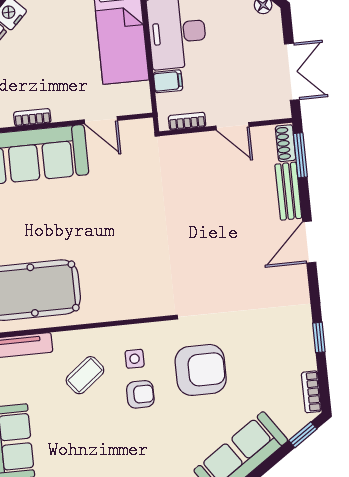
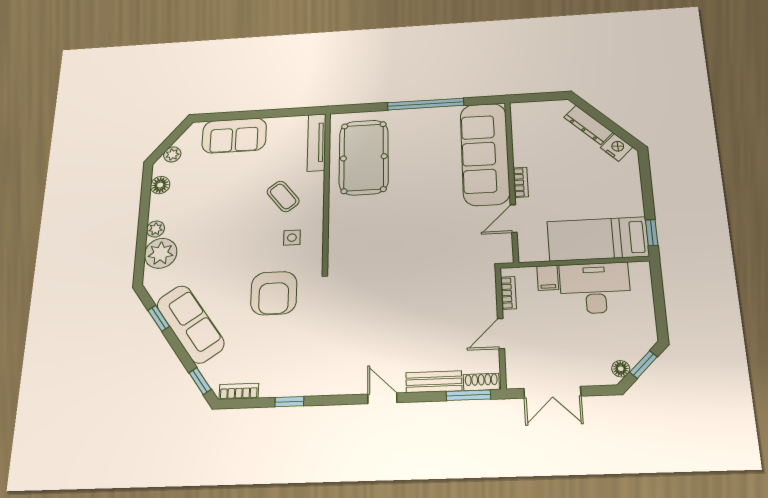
bookcase: (32, 117) -> (521, 182), moved
door: (309, 242) -> (382, 398), width x0.73
armchair: (140, 394) -> (259, 241), removed

